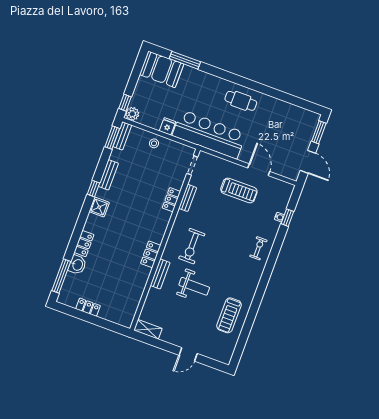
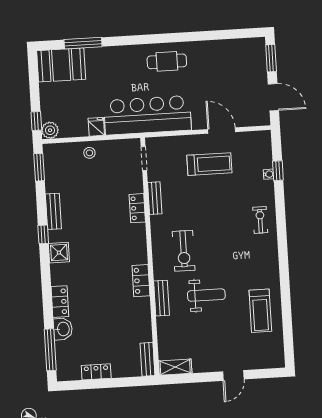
bench: (122, 136) -> (147, 359), moved

